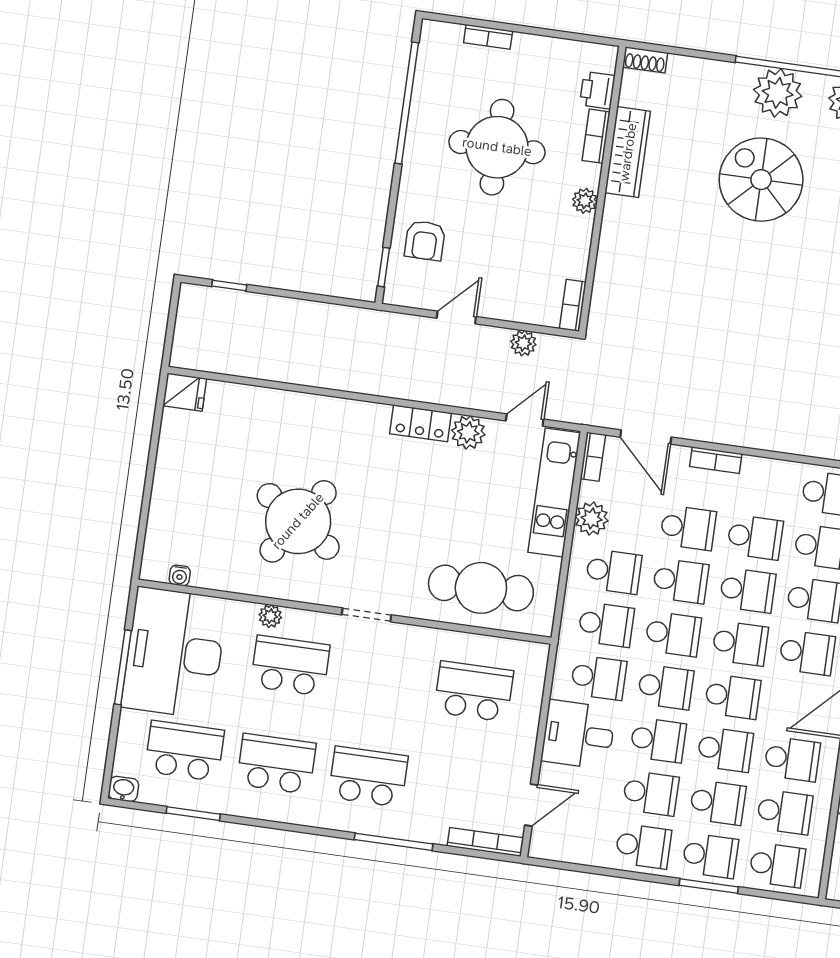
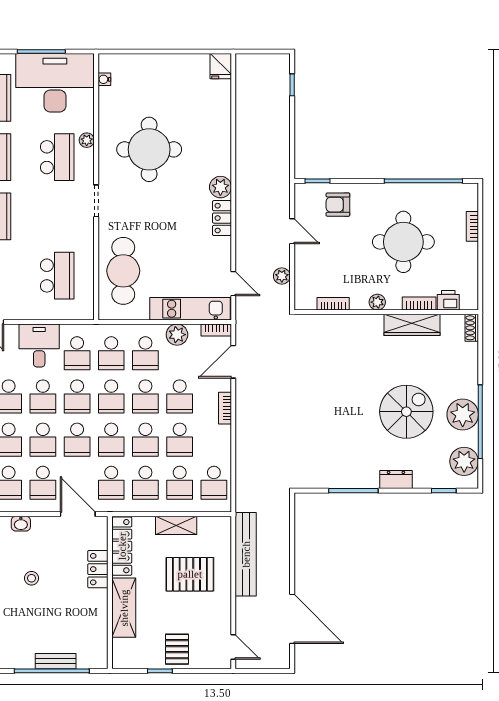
bookcase: (573, 305) -> (333, 304), moved
plant: (468, 432) -> (220, 187), moved
round table: (298, 521) -> (149, 149), turned -34

